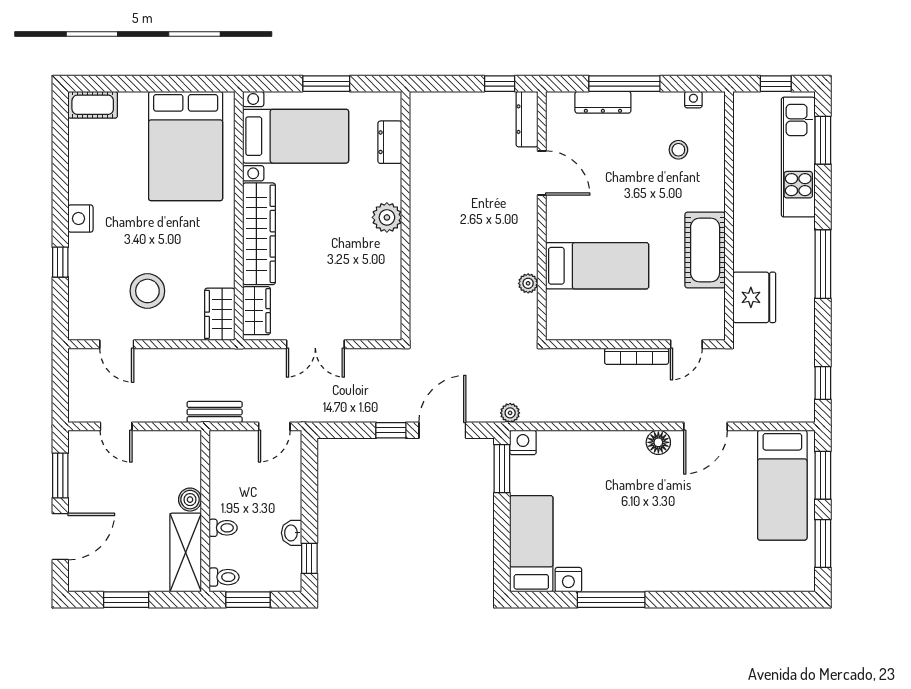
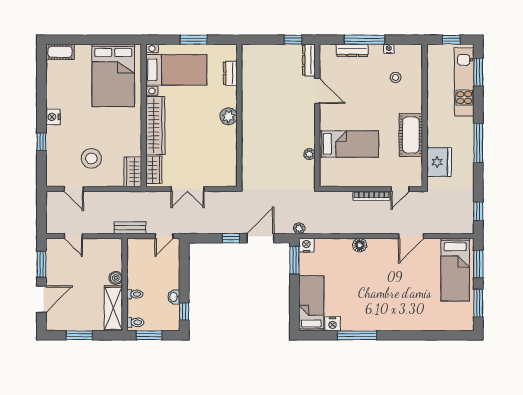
nightstand: (693, 100) -> (389, 49), moved
floor lamp: (658, 442) -> (360, 245), moved

